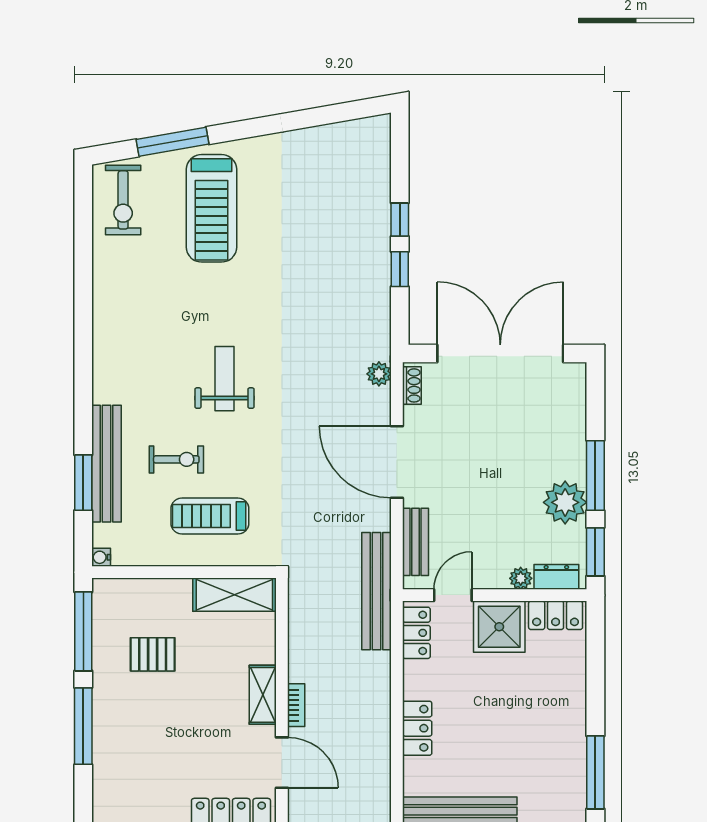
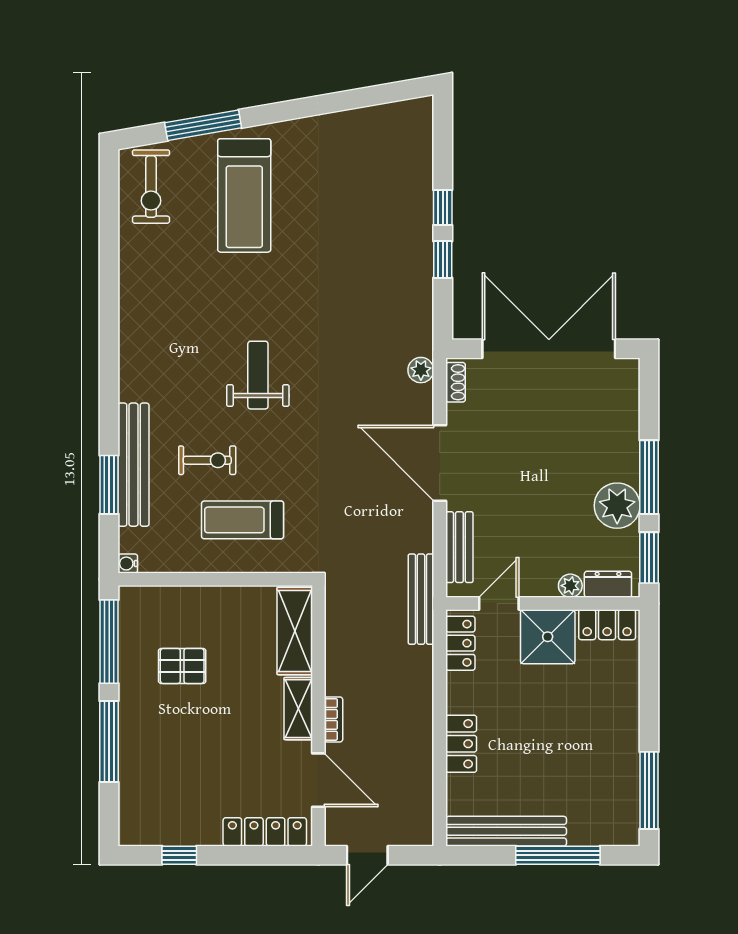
bench: (377, 591) -> (421, 599), width x0.73, depth x0.82
shelving: (234, 595) -> (295, 631), moved, turned 90

